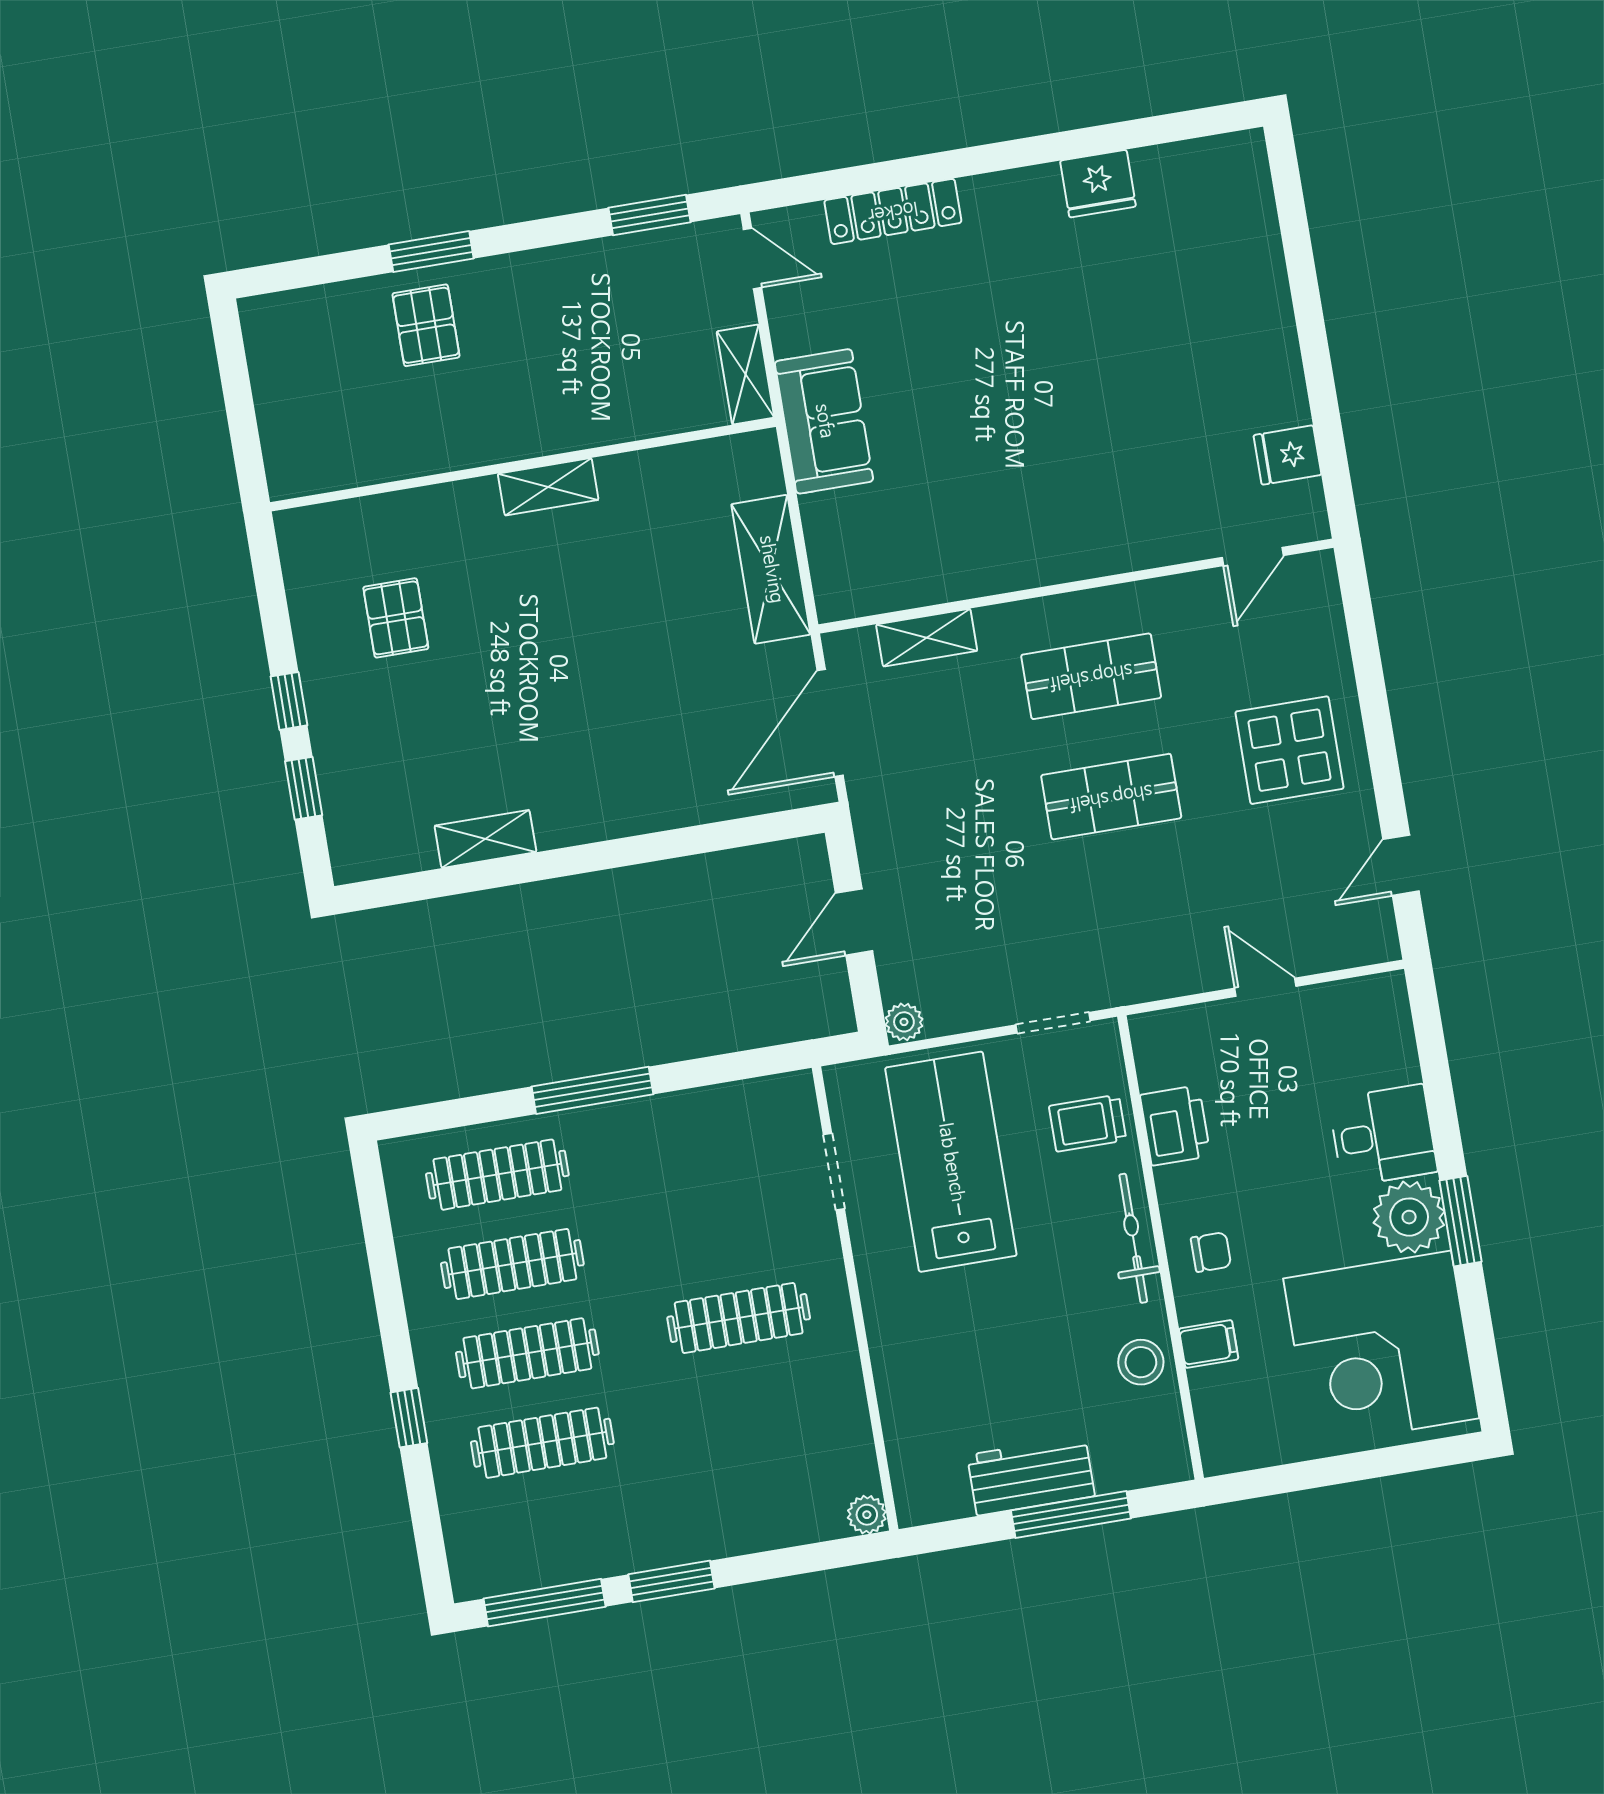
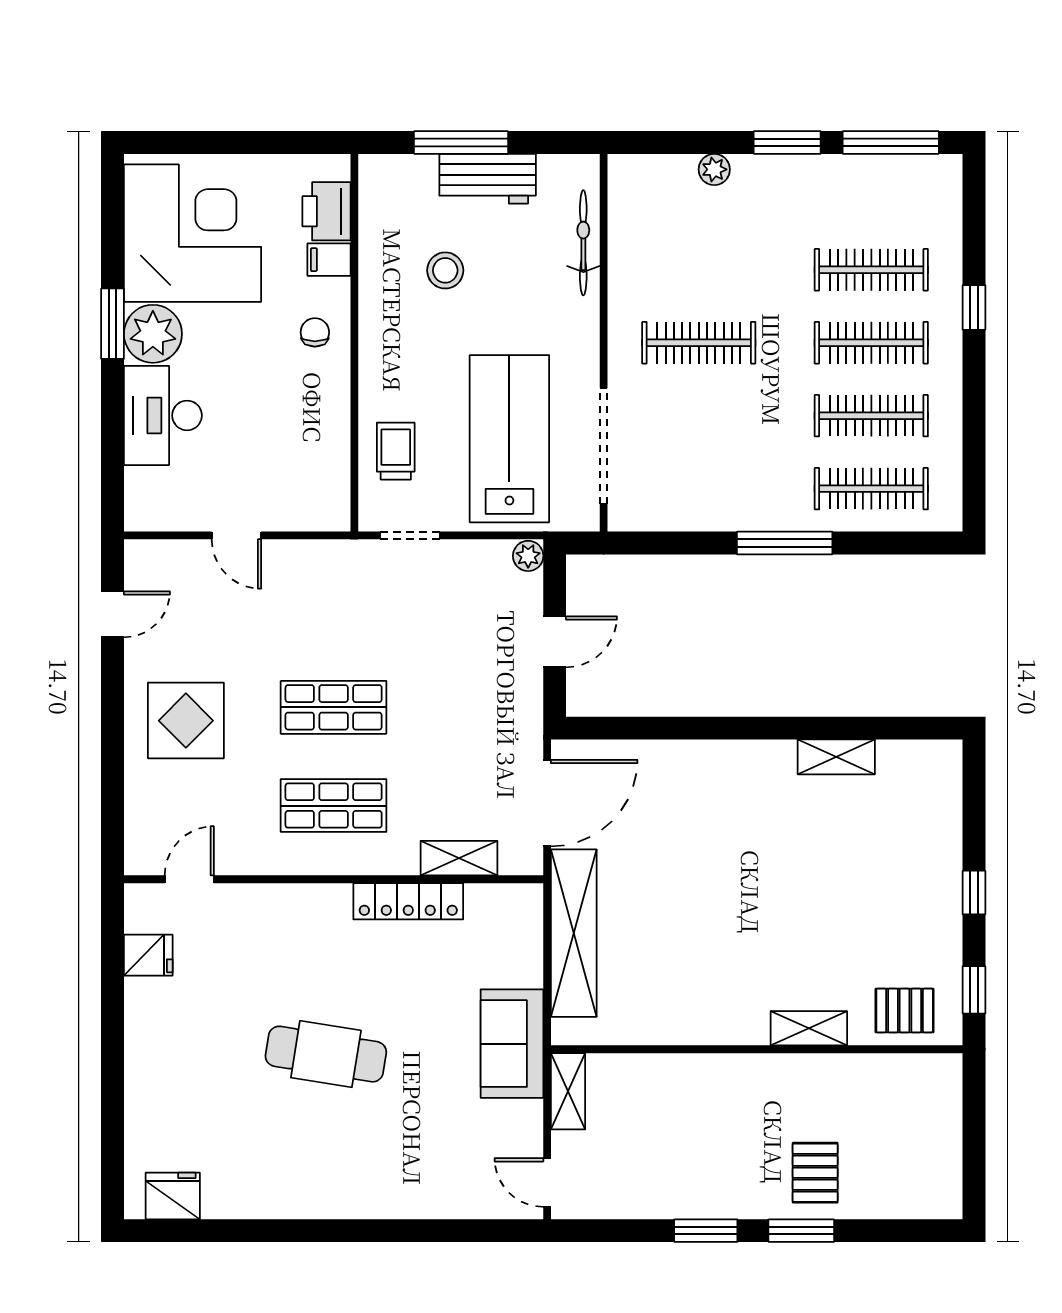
fridge: (1098, 184) -> (173, 1196), moved
locker: (893, 211) -> (408, 901), moved, turned 180
window: (650, 215) -> (706, 1231), moved
cafe table: (1050, 370) -> (326, 1054), added
shelving: (548, 487) -> (809, 1028), moved
shelving: (771, 569) -> (574, 933), width x1.47
pallet: (396, 618) -> (905, 1011), moved, turned 90
window: (304, 788) -> (974, 990), moved
trolley: (1088, 1123) -> (396, 451), turned -90
printer: (1175, 1125) -> (326, 211), moved
desk: (1383, 1136) -> (163, 415), width x1.37
lab bench: (951, 1162) -> (509, 439), turned 180
doorway: (834, 1172) -> (604, 446), width x1.88
bicycle: (1133, 1238) -> (583, 243), moved, turned 180
chair: (1211, 1252) -> (315, 332), turned 90
stool: (1141, 1362) -> (445, 270), moved
plant: (867, 1515) -> (714, 169), moved

